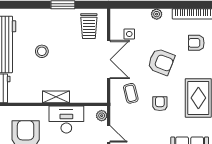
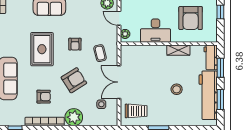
plant: (157, 14) -> (74, 117), width x1.88, depth x1.88
trolley: (89, 26) -> (136, 111), turned 90
armchair: (161, 62) -> (74, 80), turned 127
shelving: (56, 97) -> (178, 50), moved

